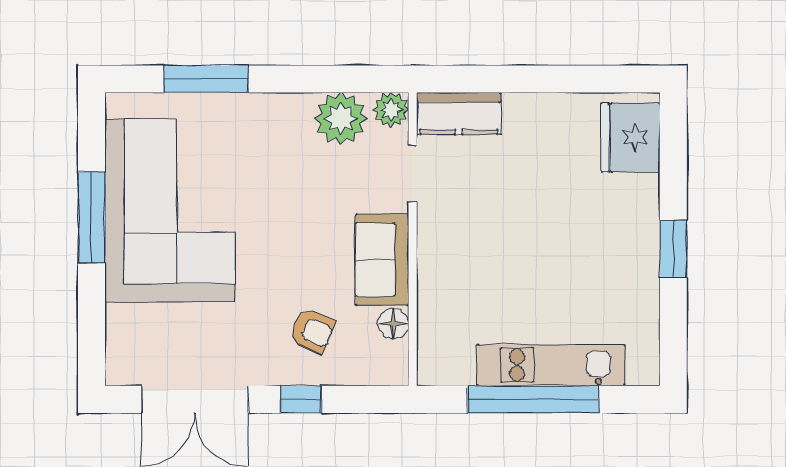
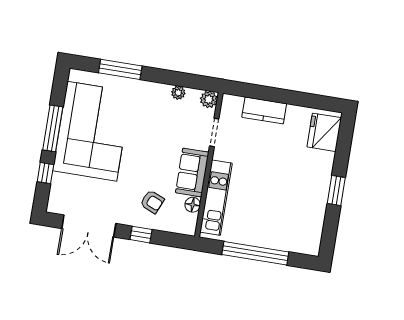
kitchen counter: (459, 113) -> (264, 110), moved
plant: (341, 118) -> (178, 93), width x0.53, depth x0.53
window: (91, 309) -> (45, 173), added
kitchen unit: (551, 365) -> (216, 198), moved, turned 90

